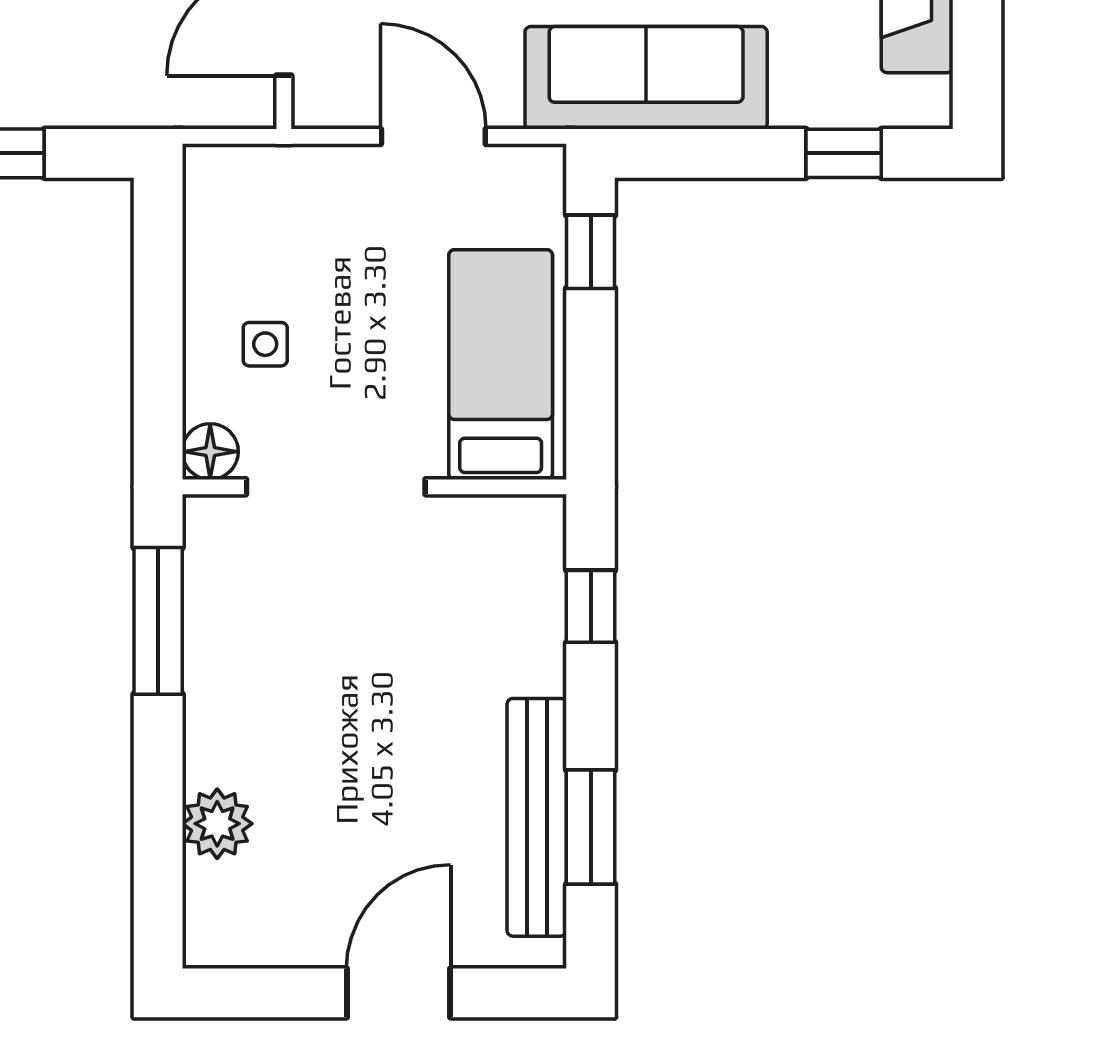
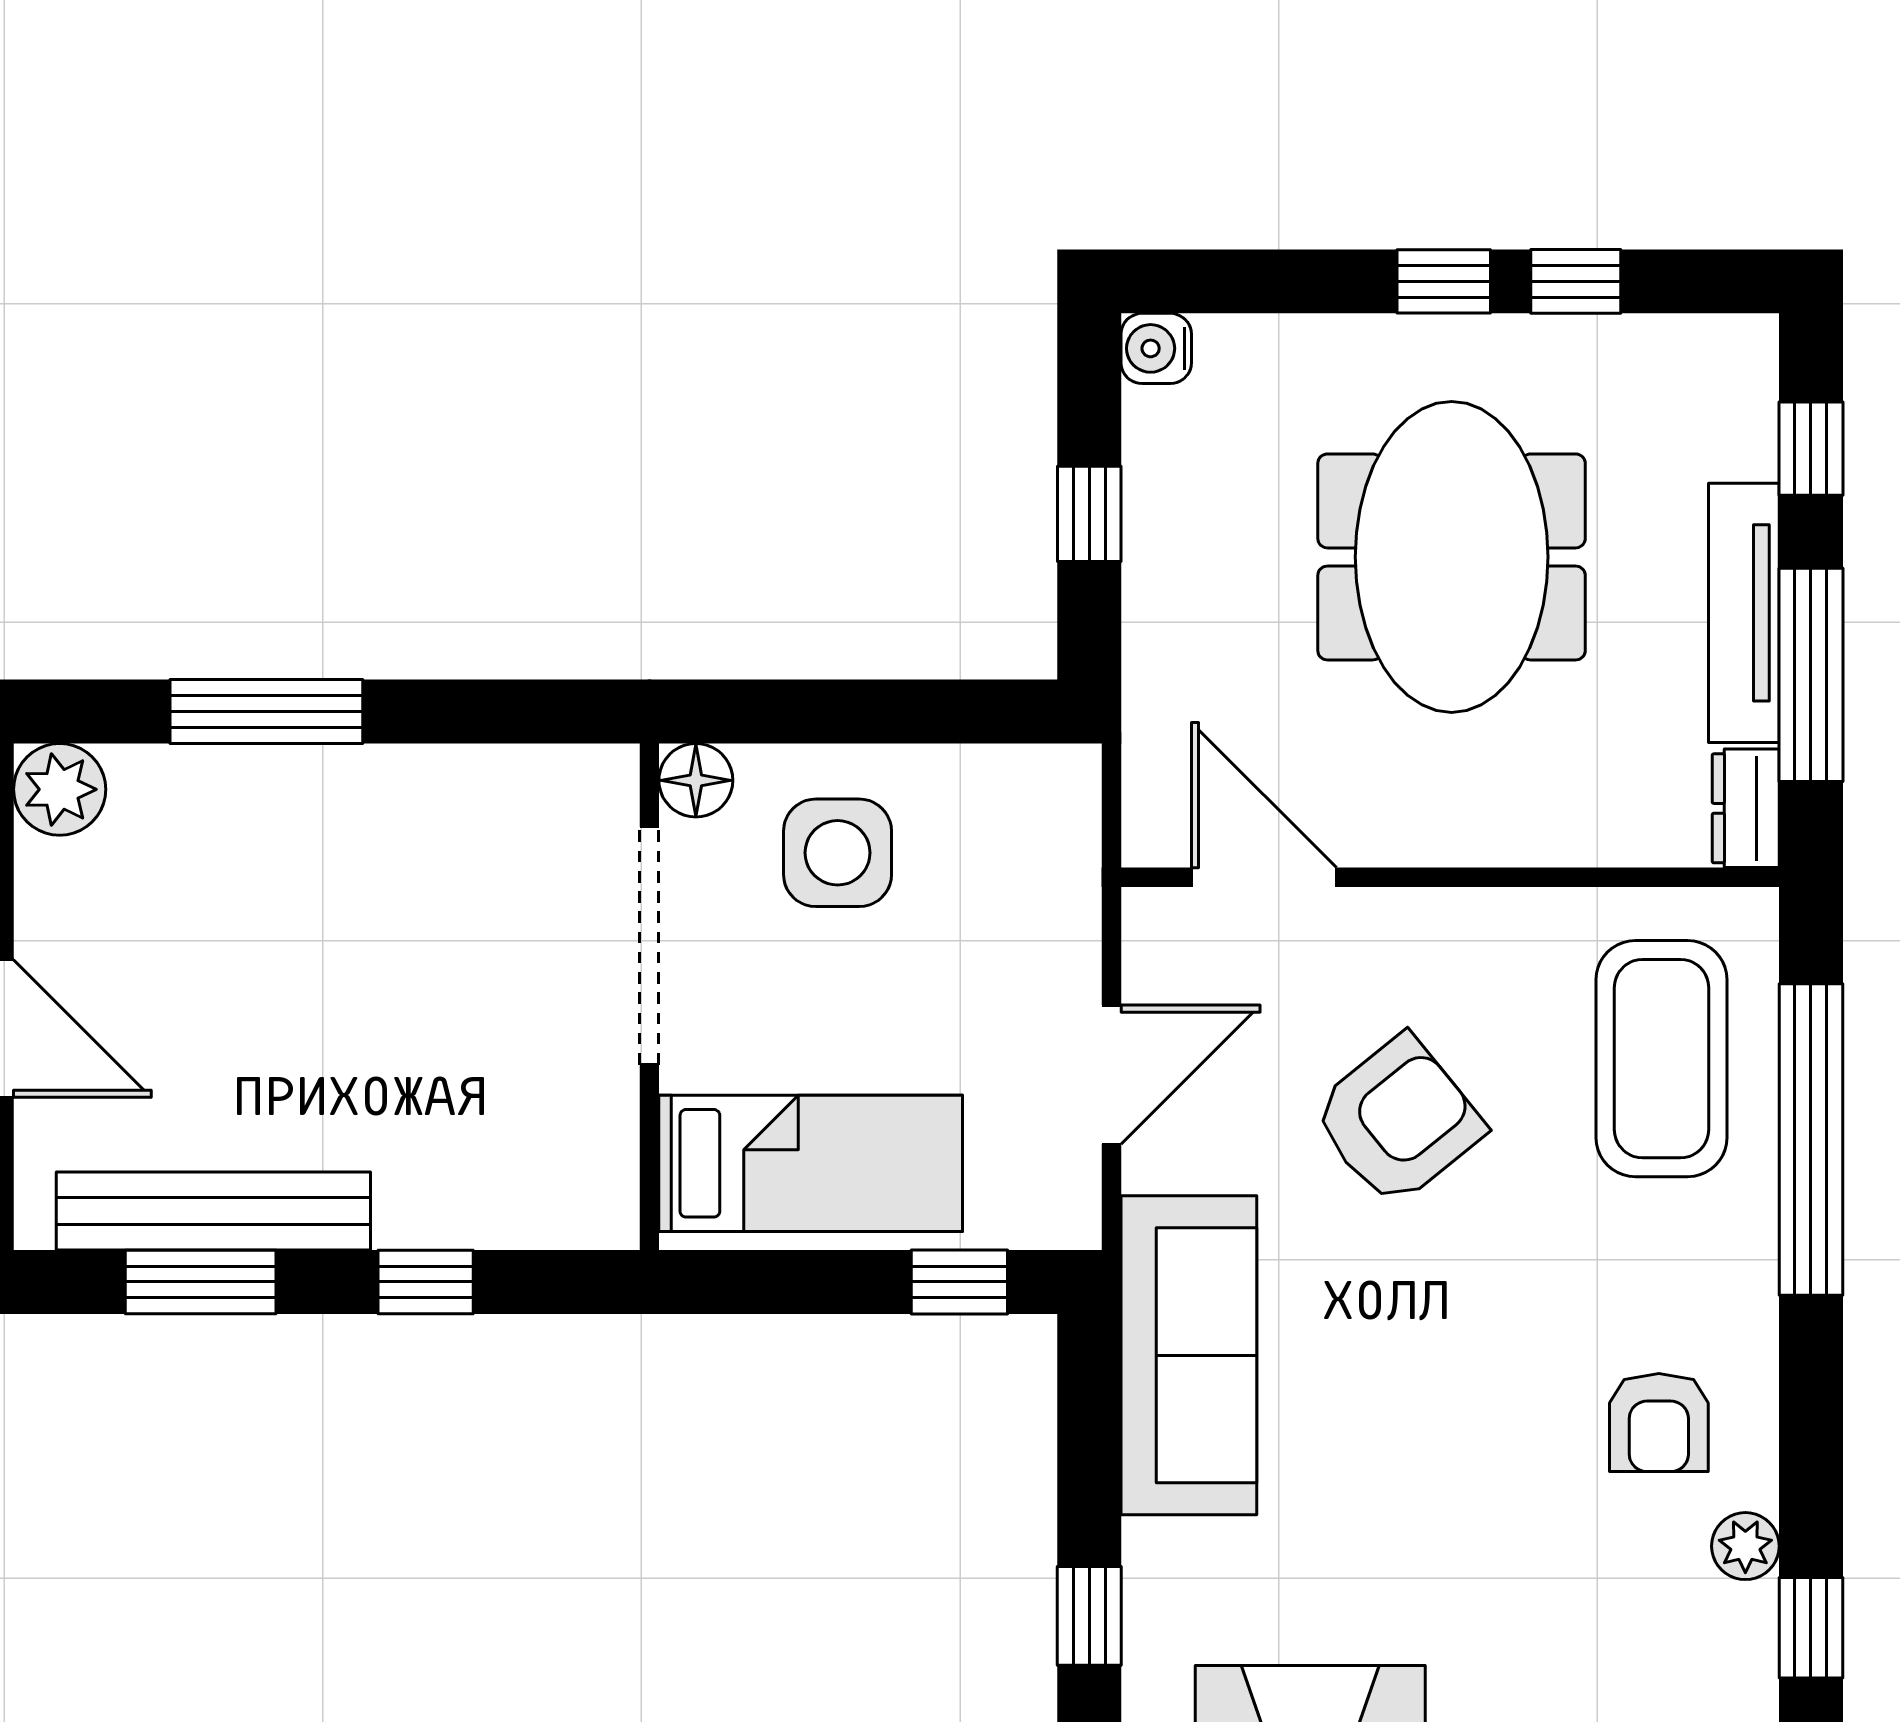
side table: (265, 344) -> (838, 853), width x1.87, depth x1.87
window: (591, 606) -> (426, 1282), moved
window: (158, 621) -> (266, 712), moved
plant: (217, 824) -> (60, 789), moved

